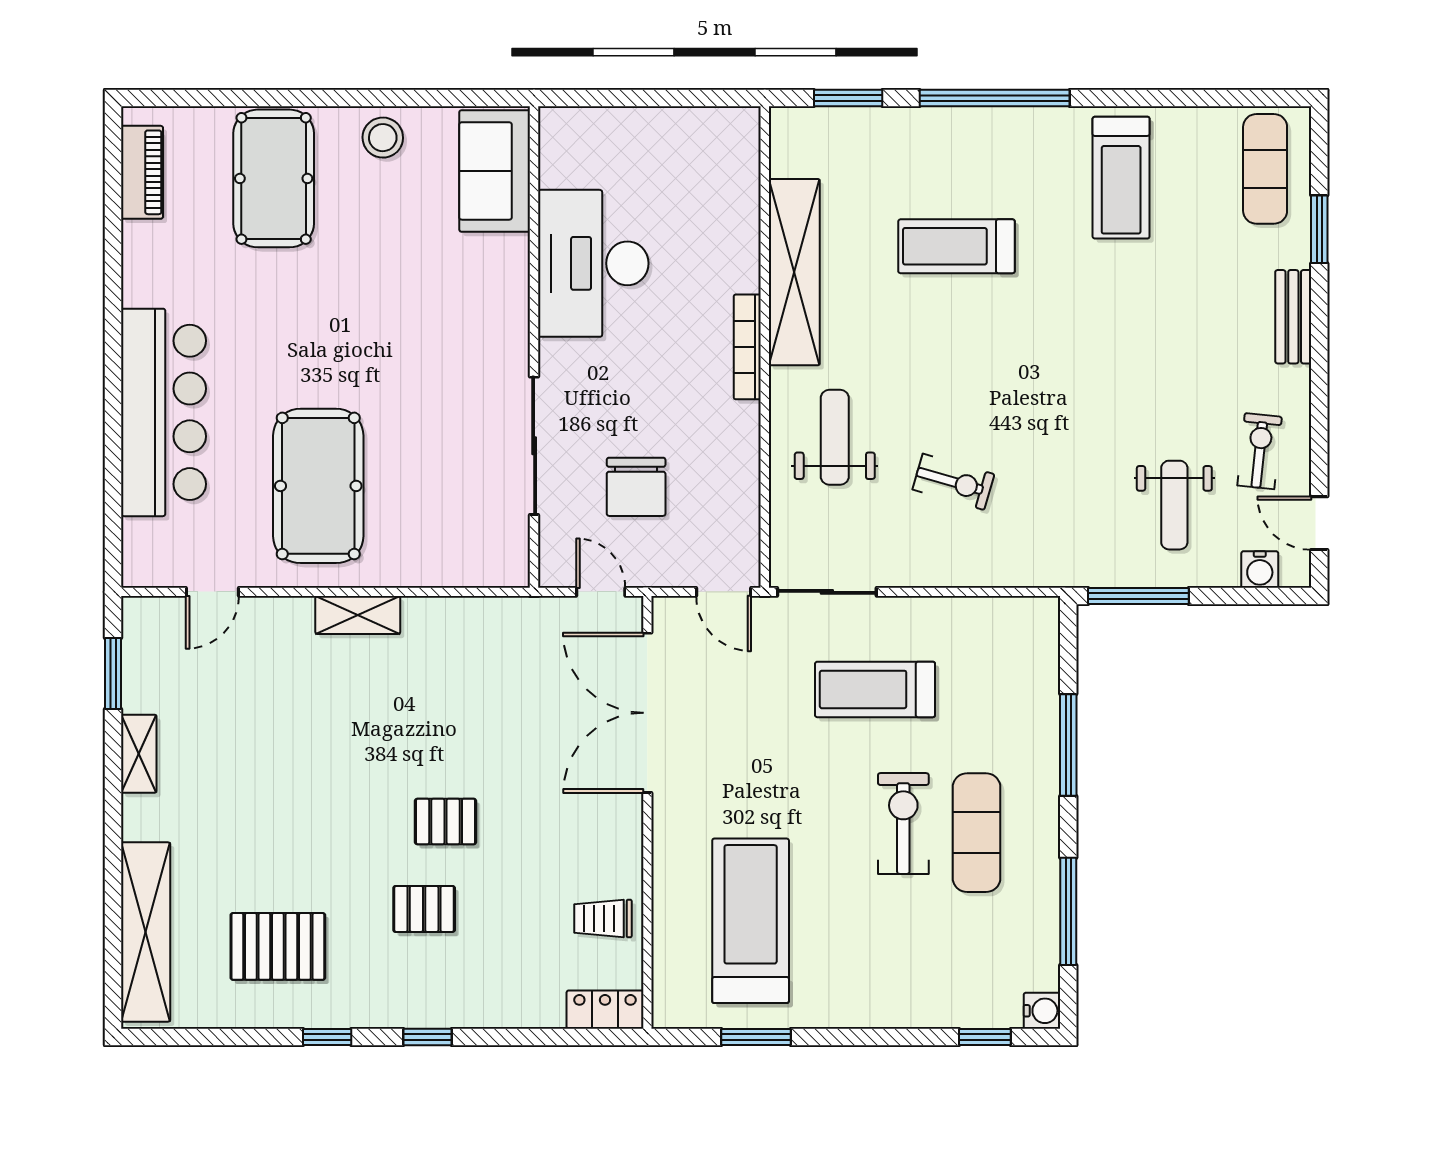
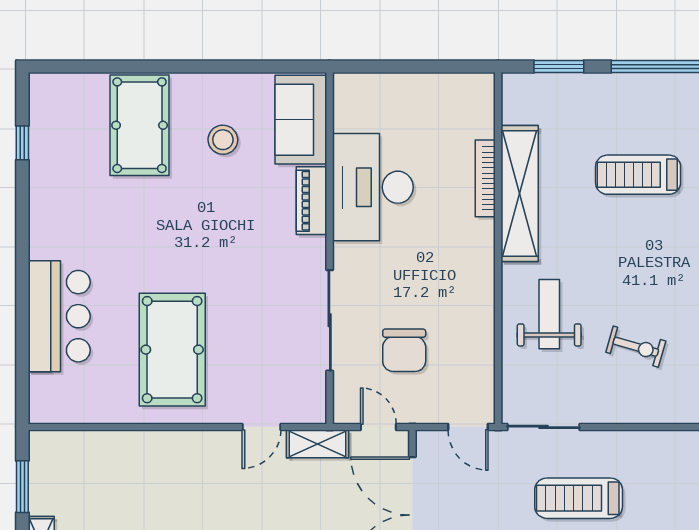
stool: (383, 138) -> (223, 140), moved
piano: (142, 172) -> (311, 201), moved, turned 180
window: (113, 203) -> (22, 143), added
bookcase: (747, 347) -> (485, 178), moved
bar counter: (164, 412) -> (59, 316), width x0.73
door: (212, 592) -> (261, 427), moved
shelving: (358, 615) -> (318, 444), moved

